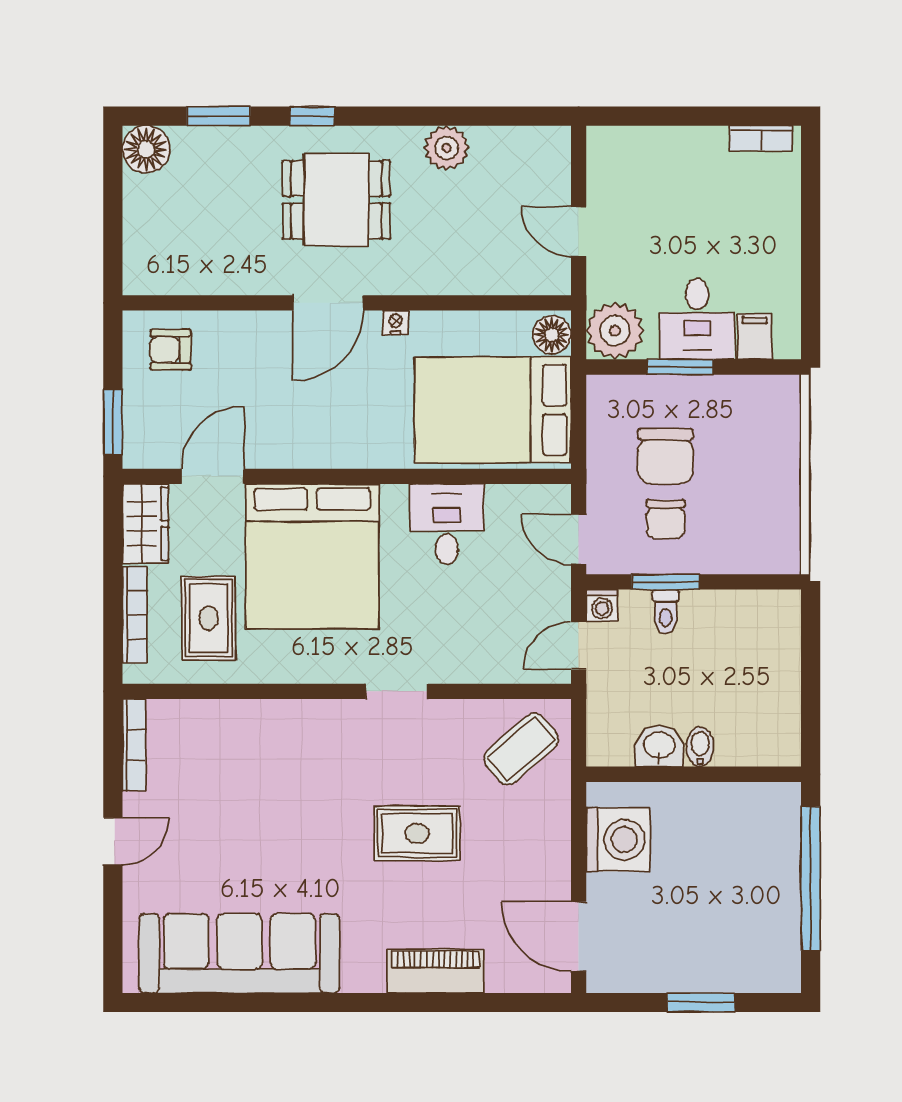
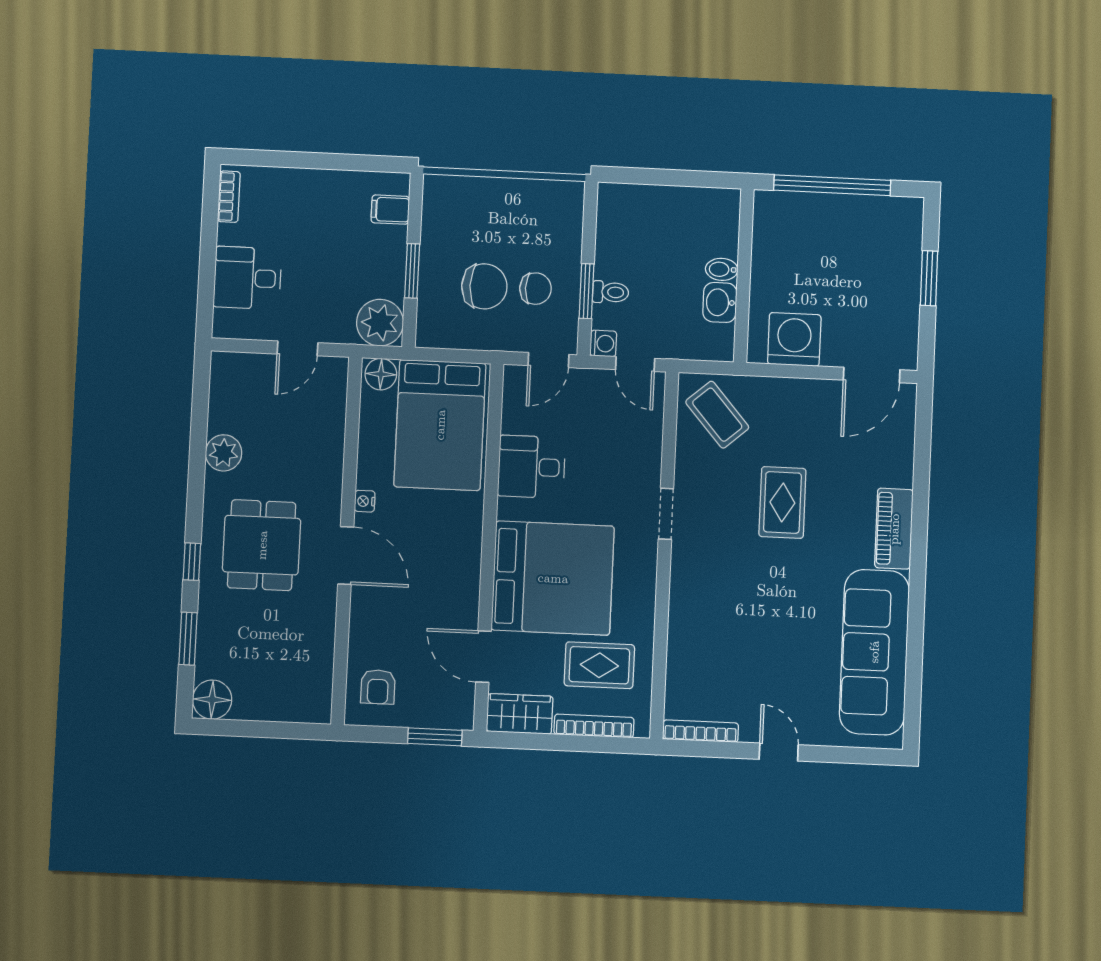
desk: (697, 319) -> (247, 278), moved, turned 180
piano: (436, 971) -> (894, 529), moved

